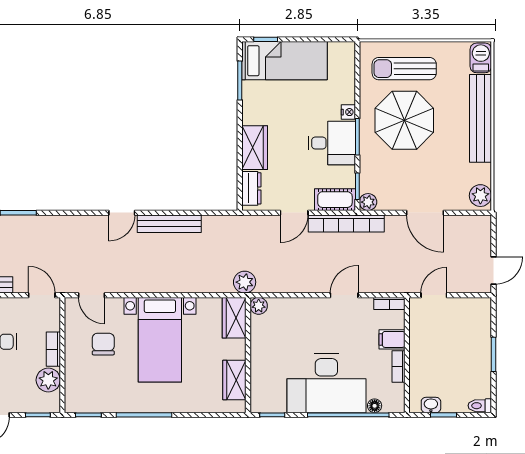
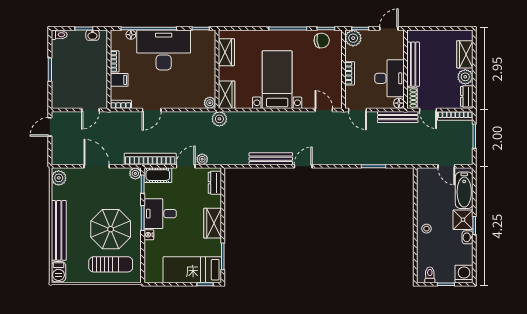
wardrobe: (255, 148) -> (213, 223), moved
plant: (270, 223) -> (202, 159), added
chair: (103, 344) -> (322, 41), moved, turned -98
plant: (48, 380) -> (353, 38), moved

